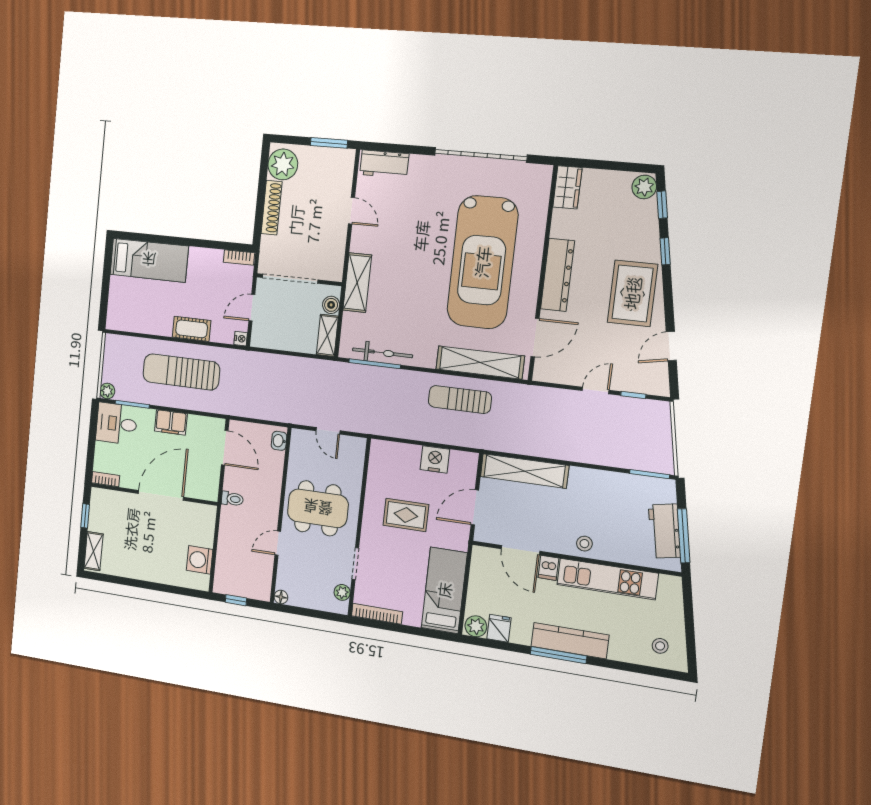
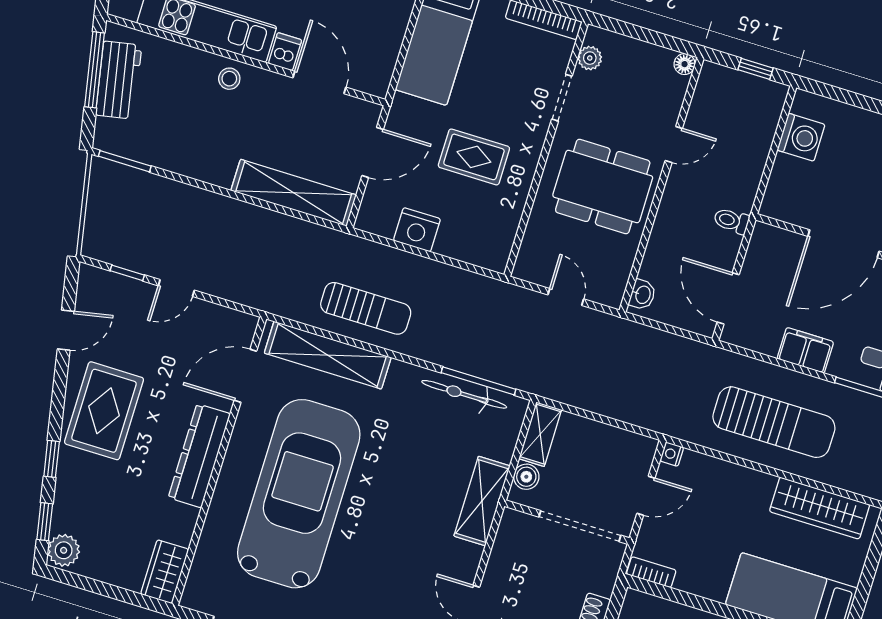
wardrobe: (143, 322) -> (820, 508), added
cot: (192, 329) -> (745, 483), removed

